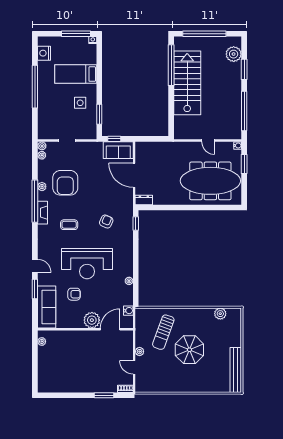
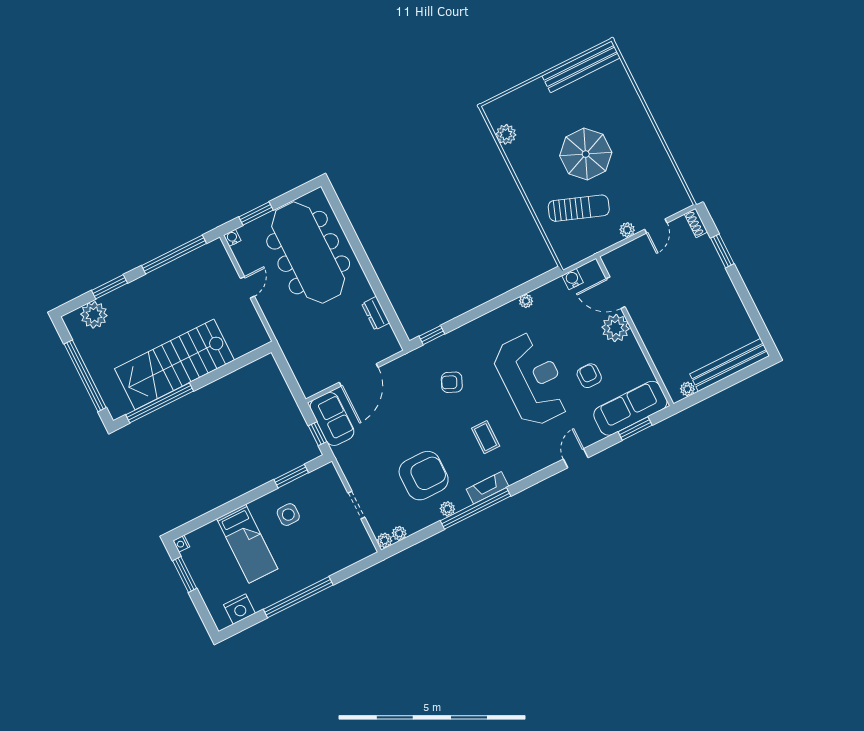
window: (76, 34) -> (185, 574), width x0.69
dresser: (144, 200) -> (376, 313), moved
window: (35, 289) -> (635, 428), moved
bench: (43, 370) -> (730, 365), added

